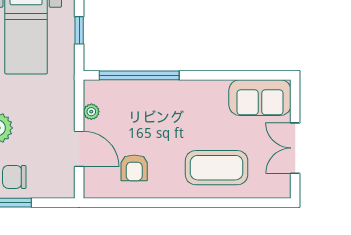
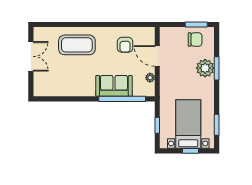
sofa: (260, 98) -> (114, 86), moved
armchair: (134, 168) -> (125, 45), turned 180

